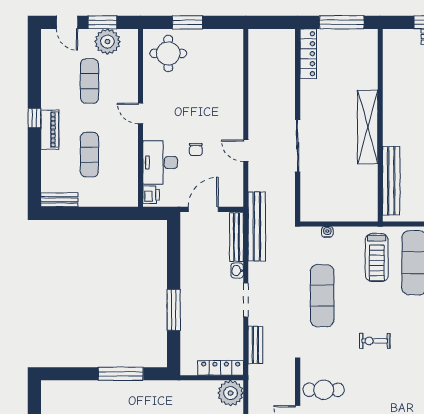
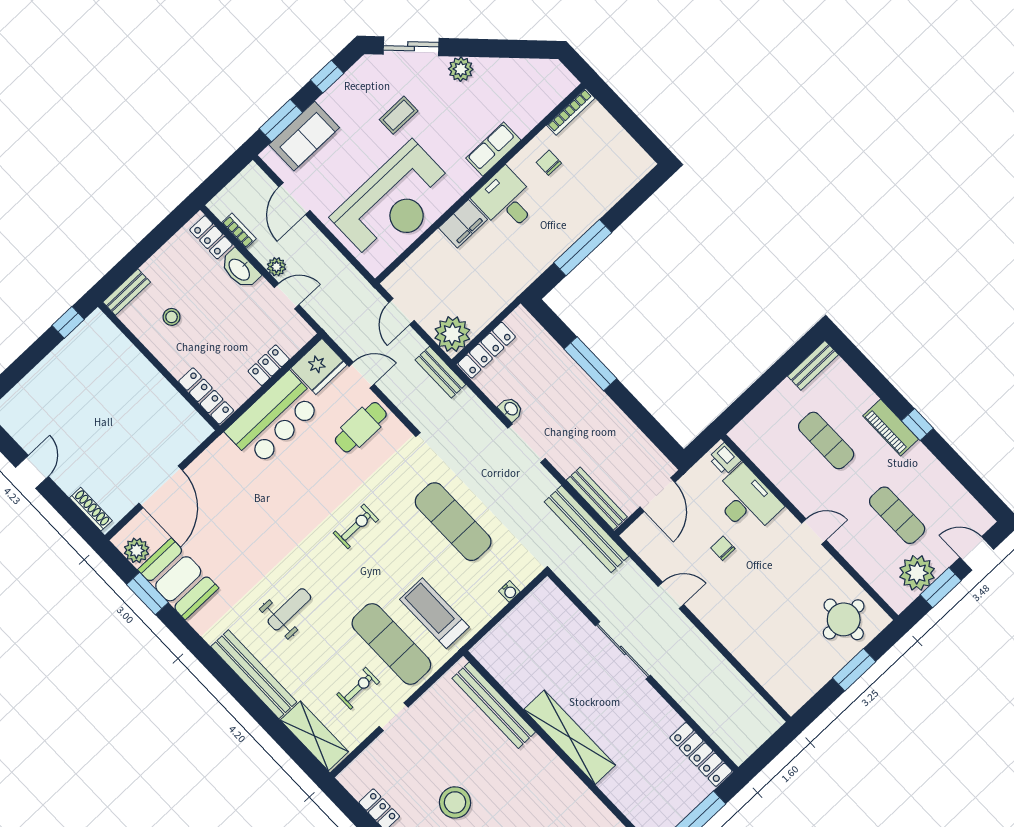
washbasin: (237, 271) -> (511, 409), moved
bench: (255, 345) -> (440, 372), moved

